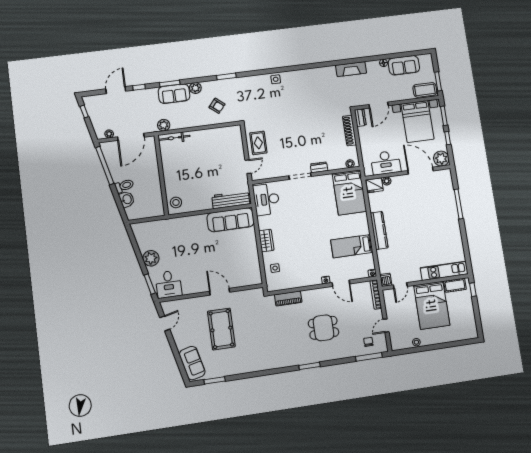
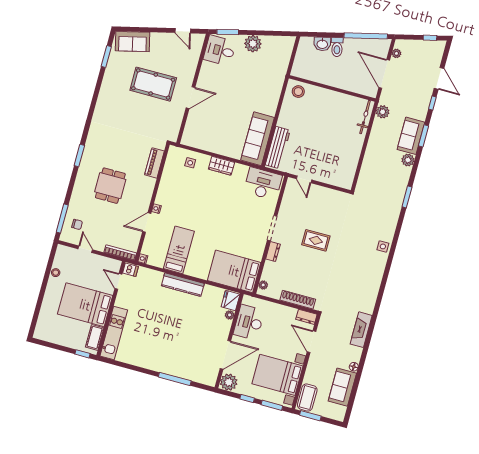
armchair: (217, 106) -> (380, 174), removed
rug: (258, 143) -> (316, 240), moved

